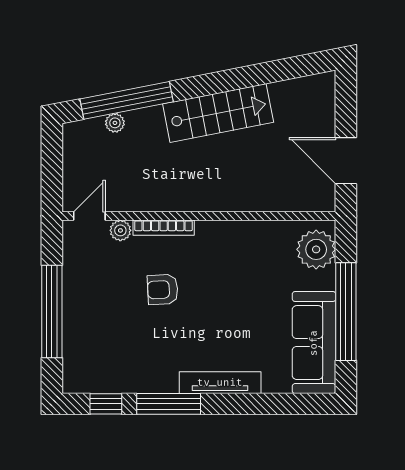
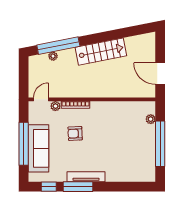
plant: (316, 249) -> (151, 119), width x0.53, depth x0.53
sofa: (314, 343) -> (39, 148), moved, turned 180
tv unit: (220, 383) -> (86, 177), moved

